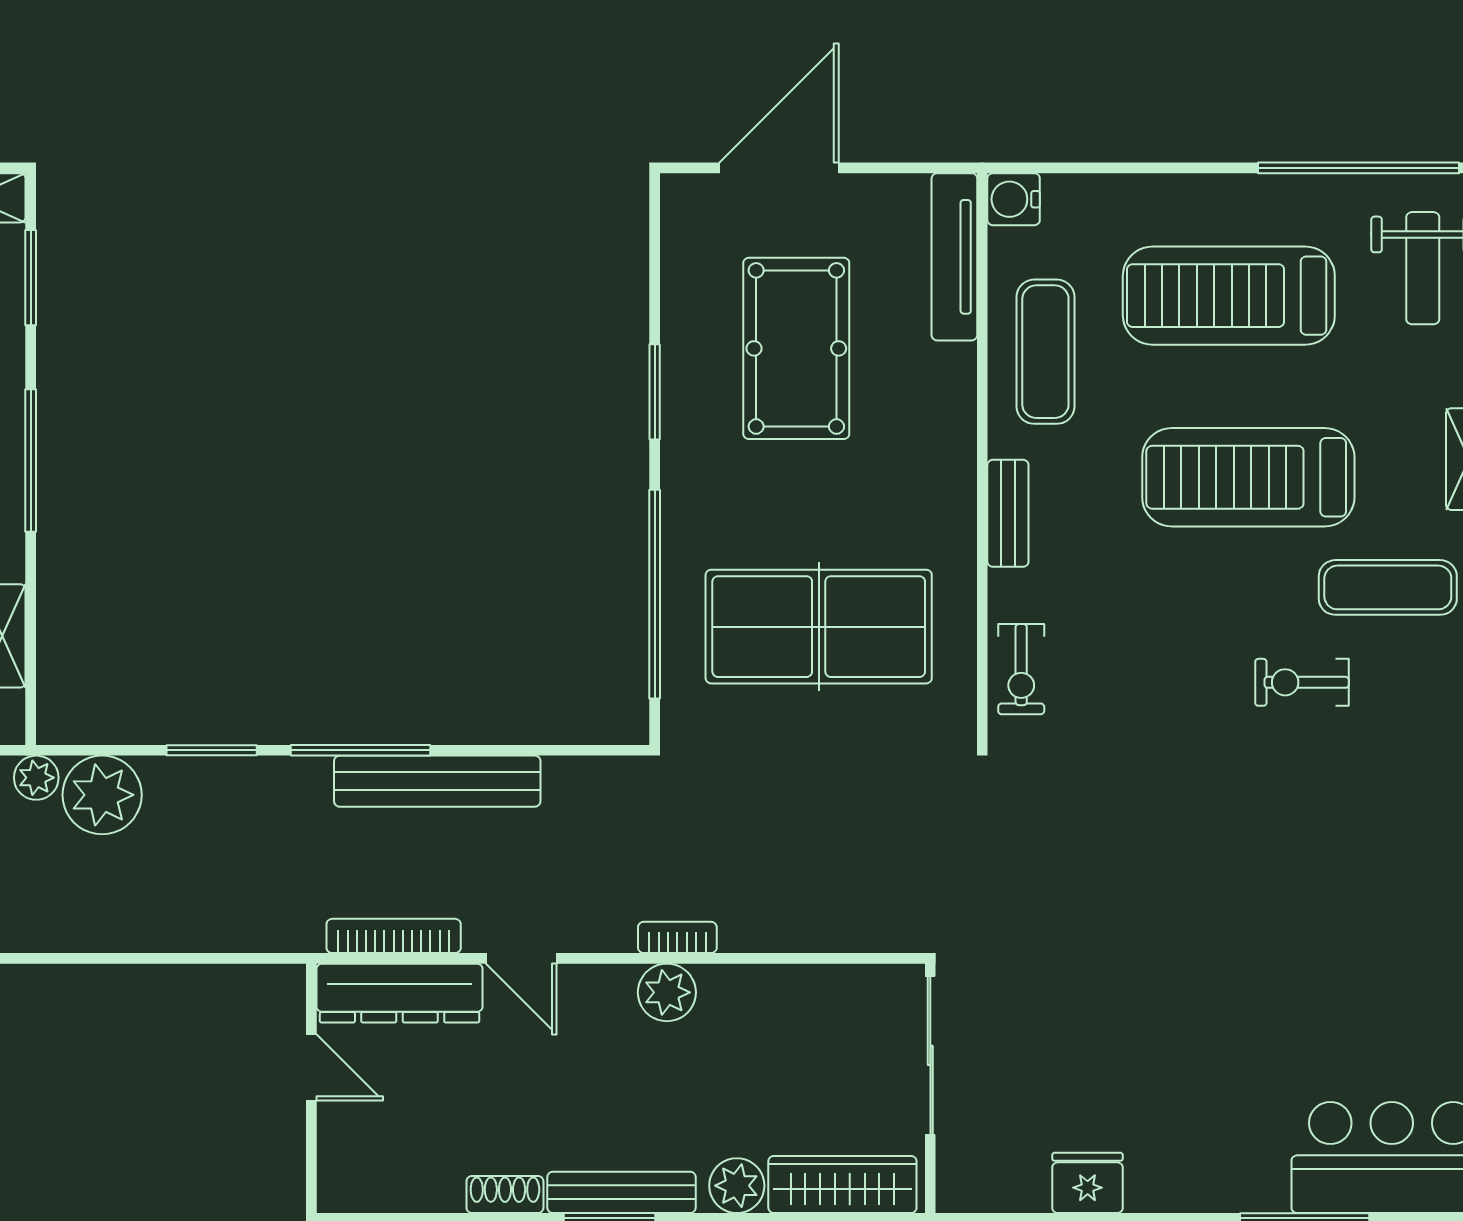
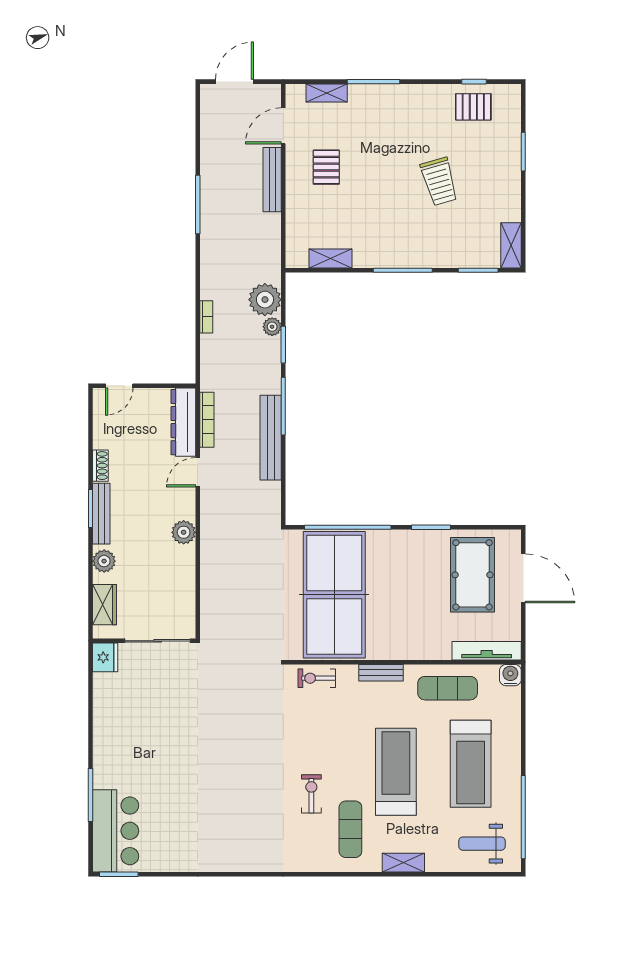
treadmill: (1229, 296) -> (471, 764), turned 180
pool table: (796, 348) -> (473, 575), moved, turned 90
table tennis table: (819, 627) -> (334, 595), width x1.36, depth x1.32
plant: (36, 778) -> (272, 327), moved
bookcase: (677, 937) -> (206, 317), moved
door: (311, 1068) -> (119, 386), moved
fridge: (1088, 1183) -> (105, 657), moved
wardrobe: (842, 1184) -> (104, 605), width x0.67

